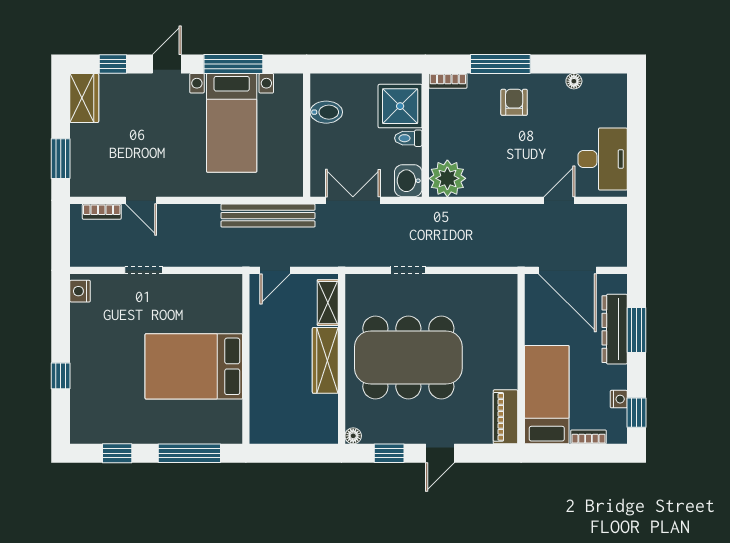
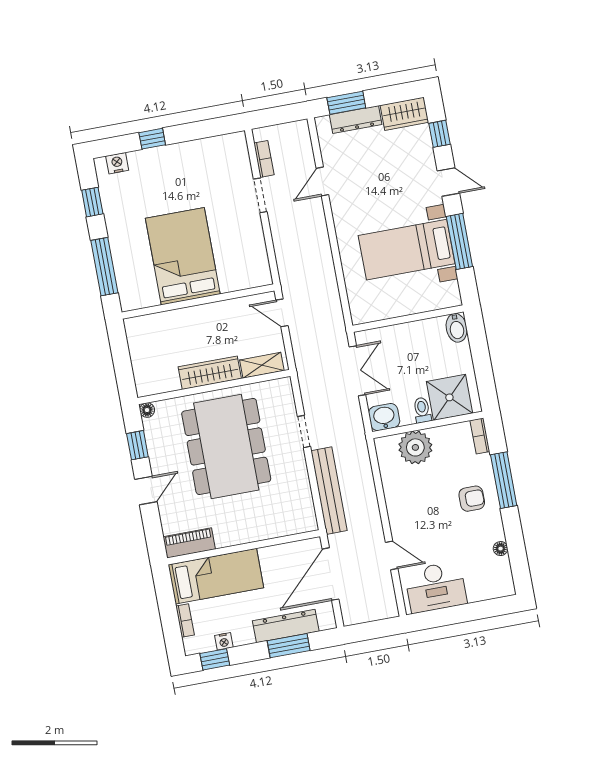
bidet: (326, 112) -> (457, 328), moved
dresser: (81, 152) -> (356, 120), added
plant: (447, 178) -> (415, 447), moved
bookcase: (102, 212) -> (264, 159), moved, turned 180
bench: (268, 216) -> (329, 491), moved
nightstand: (80, 291) -> (117, 163), moved
door: (440, 453) -> (146, 490), swing flipped

